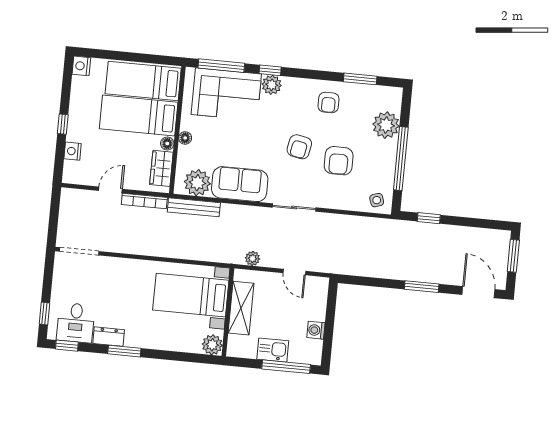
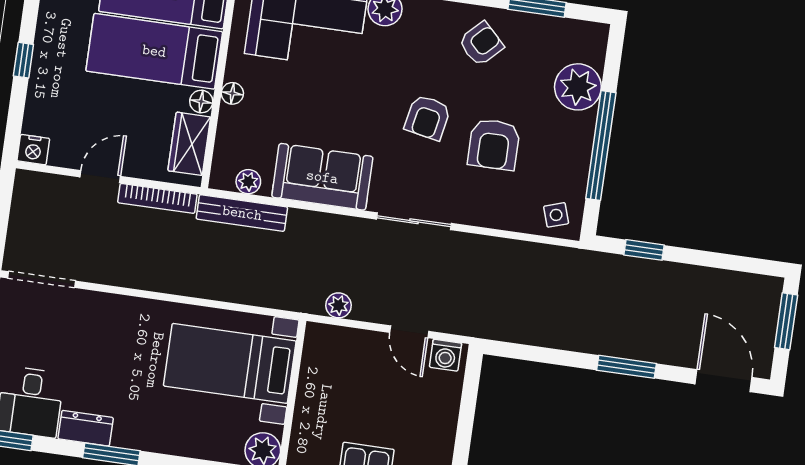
armchair: (329, 102) -> (481, 44), turned -135
nightstand: (73, 151) -> (33, 150), moved, turned -90
plant: (197, 183) -> (248, 182), width x0.53, depth x0.53
shelving: (241, 308) -> (315, 390), removed
washing machine: (316, 330) -> (446, 355), moved, turned -90

